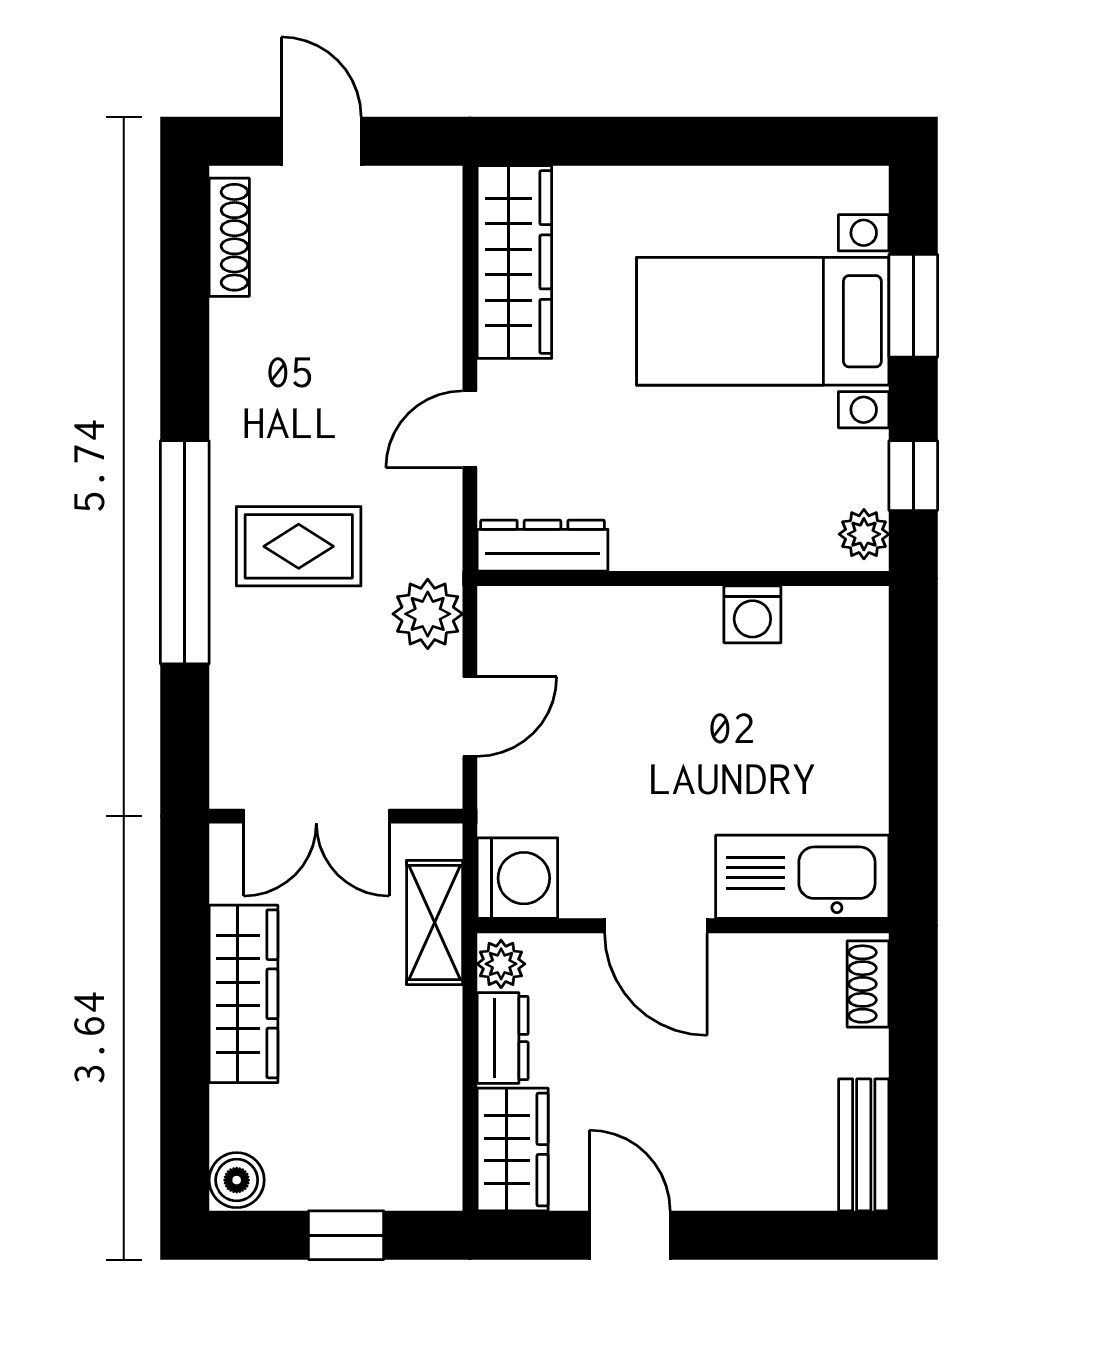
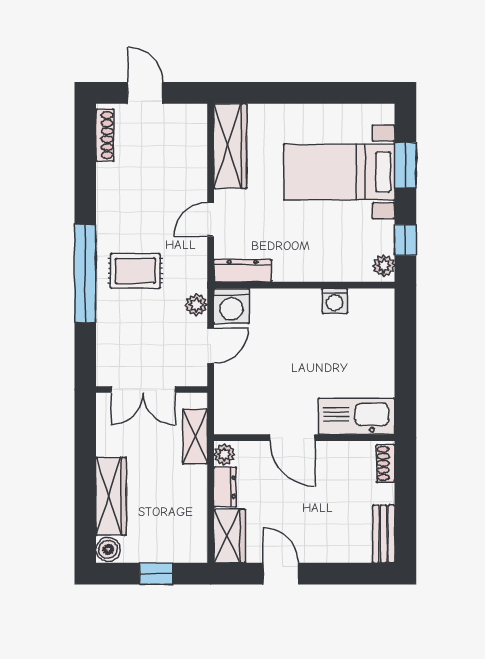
plant: (428, 614) -> (196, 305), width x0.73, depth x0.73
washing machine: (517, 878) -> (231, 306), moved, turned 90
wardrobe: (243, 994) -> (111, 496), moved

